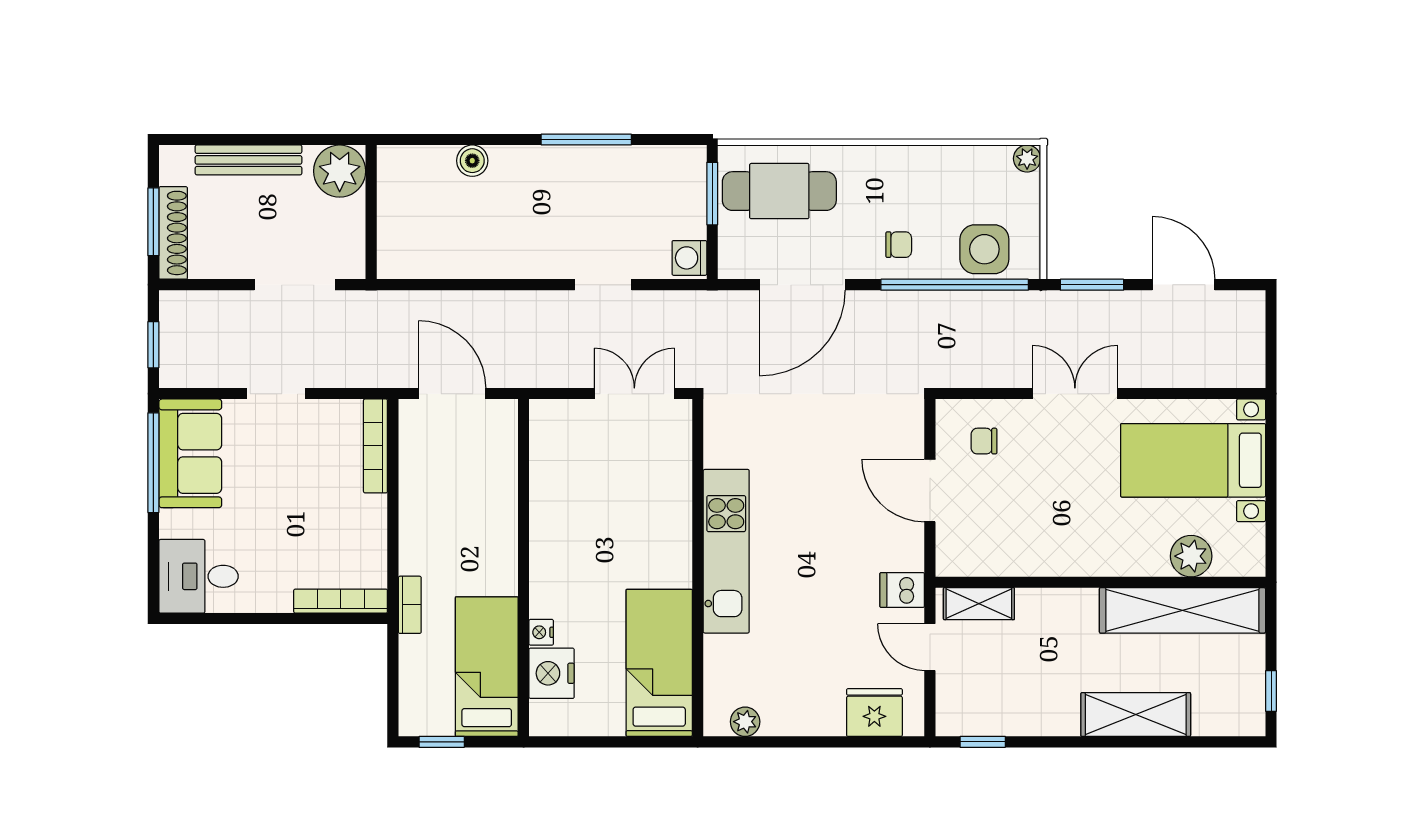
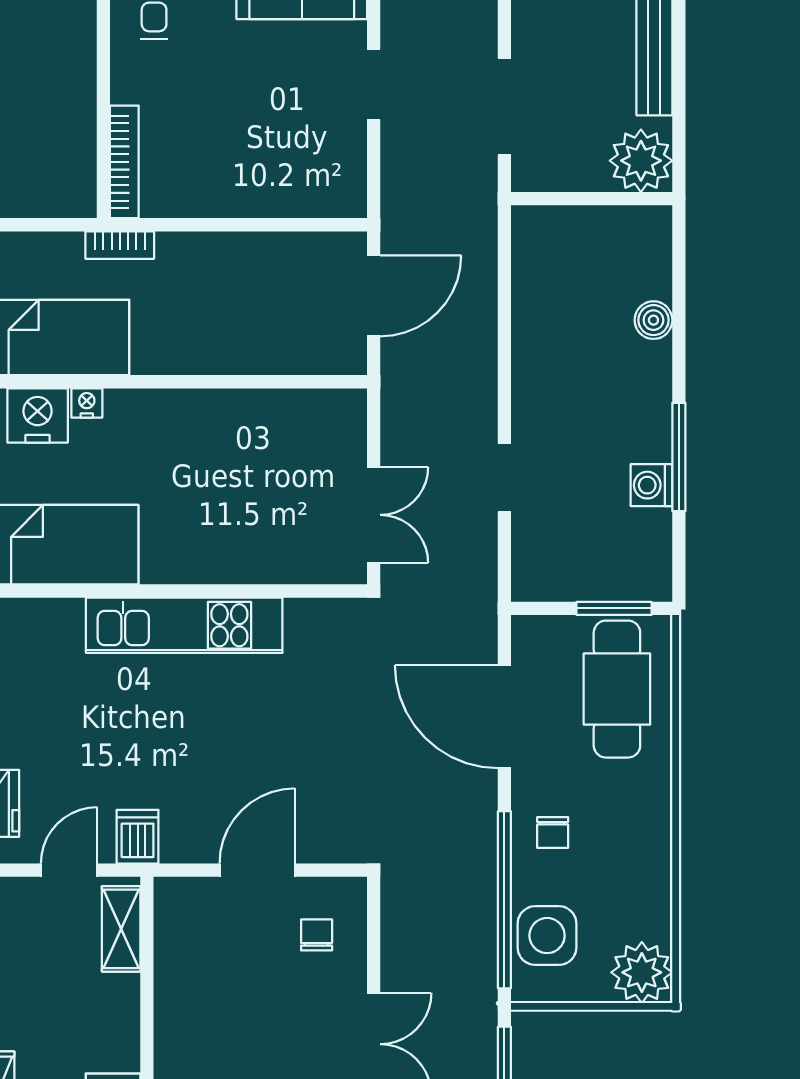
plant: (1027, 159) -> (642, 972), width x1.88, depth x1.88
washing machine: (689, 258) -> (651, 485), moved, turned -90
bookcase: (375, 446) -> (311, 204), removed

